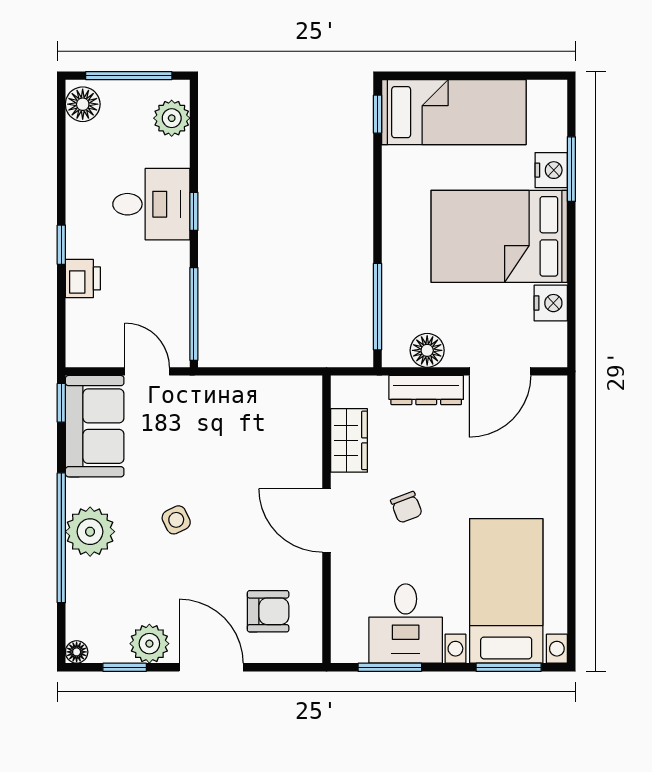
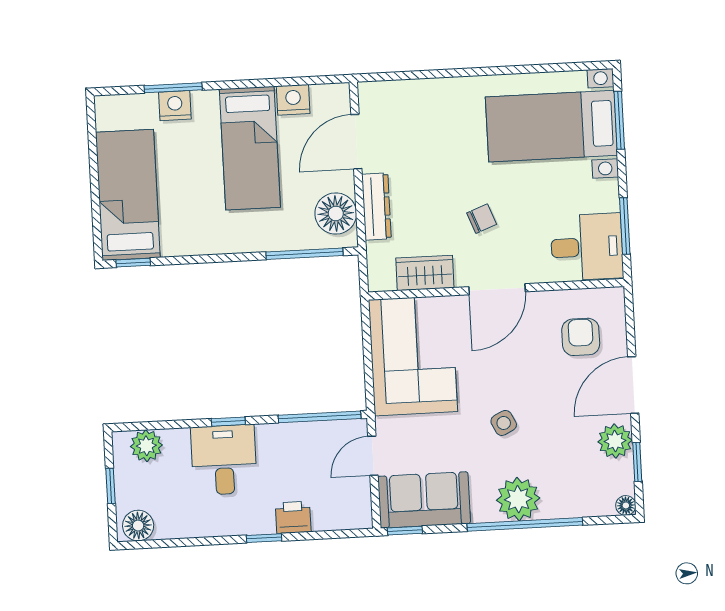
window: (129, 76) -> (110, 486), width x0.46
bed: (499, 236) -> (250, 148), width x0.67
floor lamp: (427, 350) -> (336, 213), width x1.38, depth x1.38
door: (500, 371) -> (356, 142), swing flipped
corner sofa: (257, 422) -> (413, 356), added
desk: (406, 624) -> (587, 247), moved

